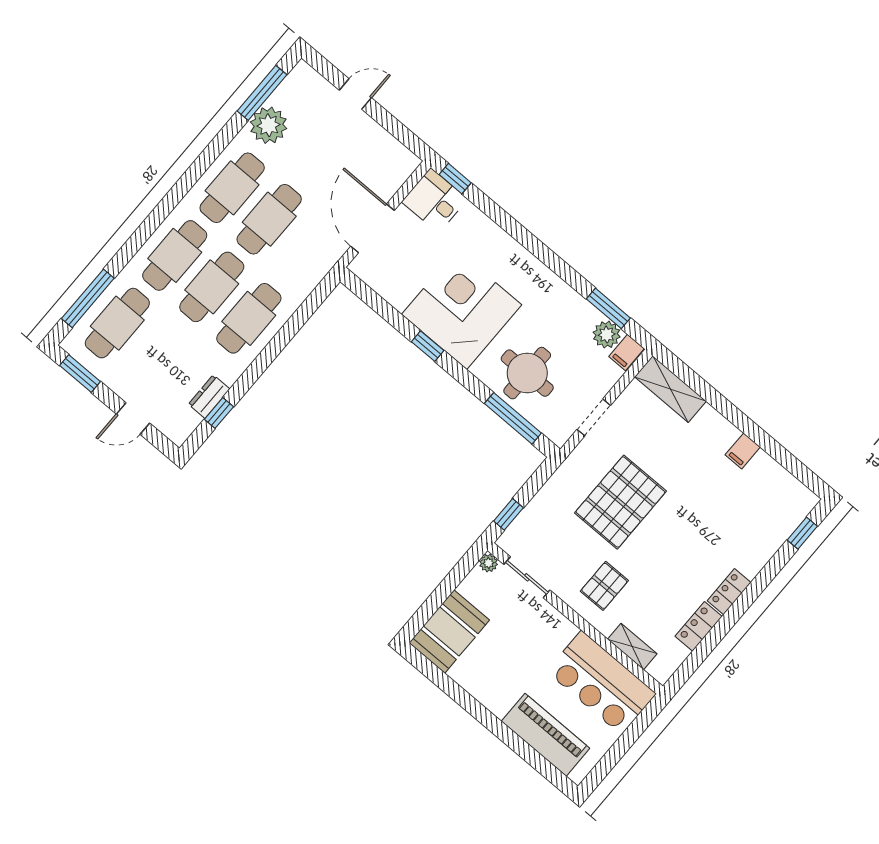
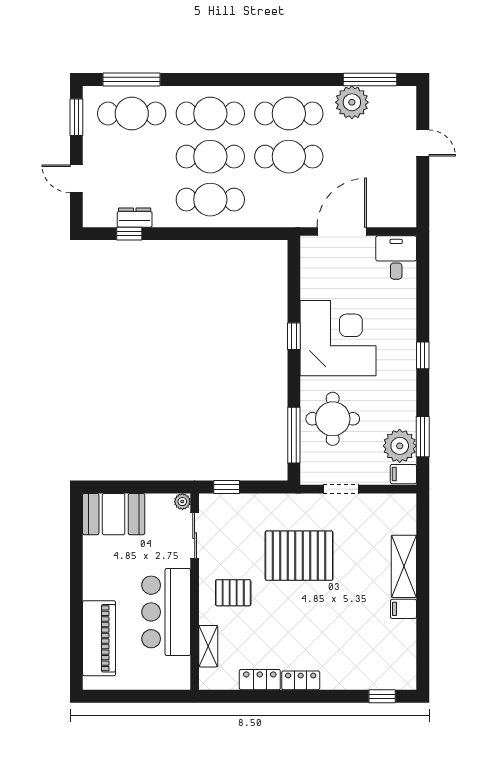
window: (455, 179) -> (423, 355), moved
plant: (607, 335) -> (400, 446), width x1.36, depth x1.36
shelving: (670, 389) -> (404, 566), moved
bar counter: (601, 683) -> (166, 612), moved

